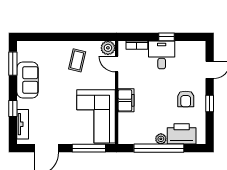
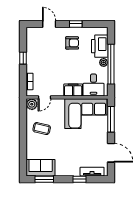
desk: (162, 55) -> (94, 85), moved, turned -90
sofa: (27, 80) -> (41, 168), moved

